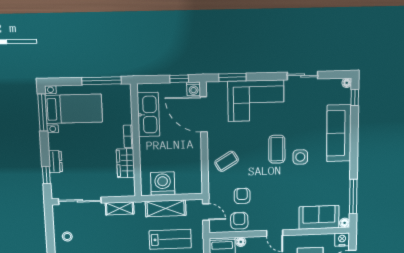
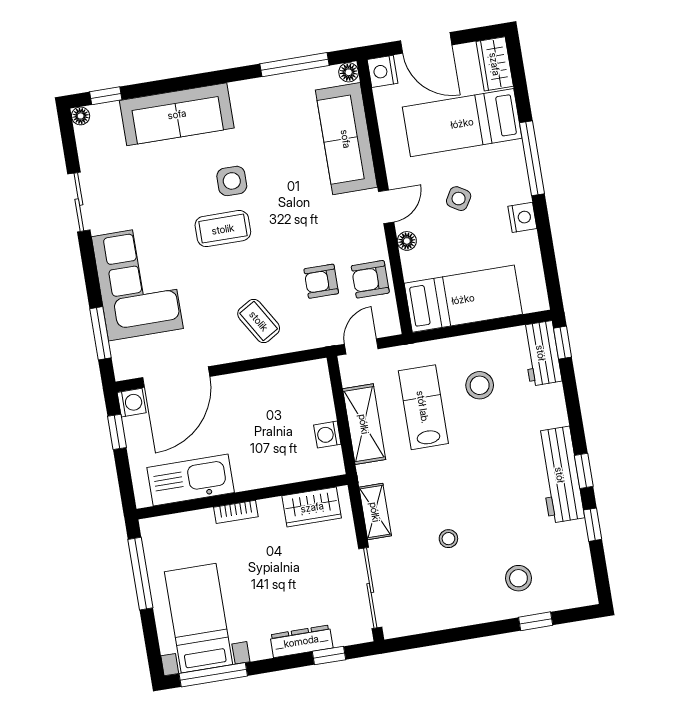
dresser: (55, 162) -> (301, 641), width x1.44
wardrobe: (126, 163) -> (312, 507), moved
washing machine: (163, 184) -> (327, 435), width x0.53, depth x0.53
sofa: (319, 217) -> (346, 139), width x1.36
stool: (67, 236) -> (448, 539), moved
floor lamp: (241, 242) -> (407, 241), moved

